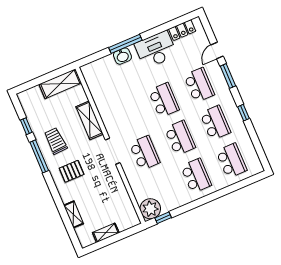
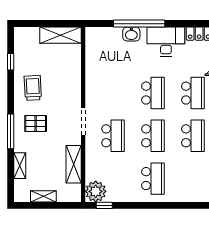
window: (125, 44) -> (139, 24), width x1.46
shelving: (90, 120) -> (74, 164), moved
window: (39, 156) -> (11, 131), moved
school desk: (231, 161) -> (193, 179), removed

